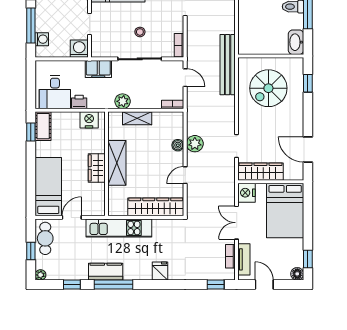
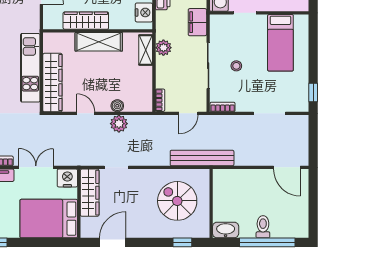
shelving: (137, 118) -> (146, 50), moved
wardrobe: (97, 168) -> (86, 21), width x1.50
kitchen unit: (119, 228) -> (30, 68), moved

